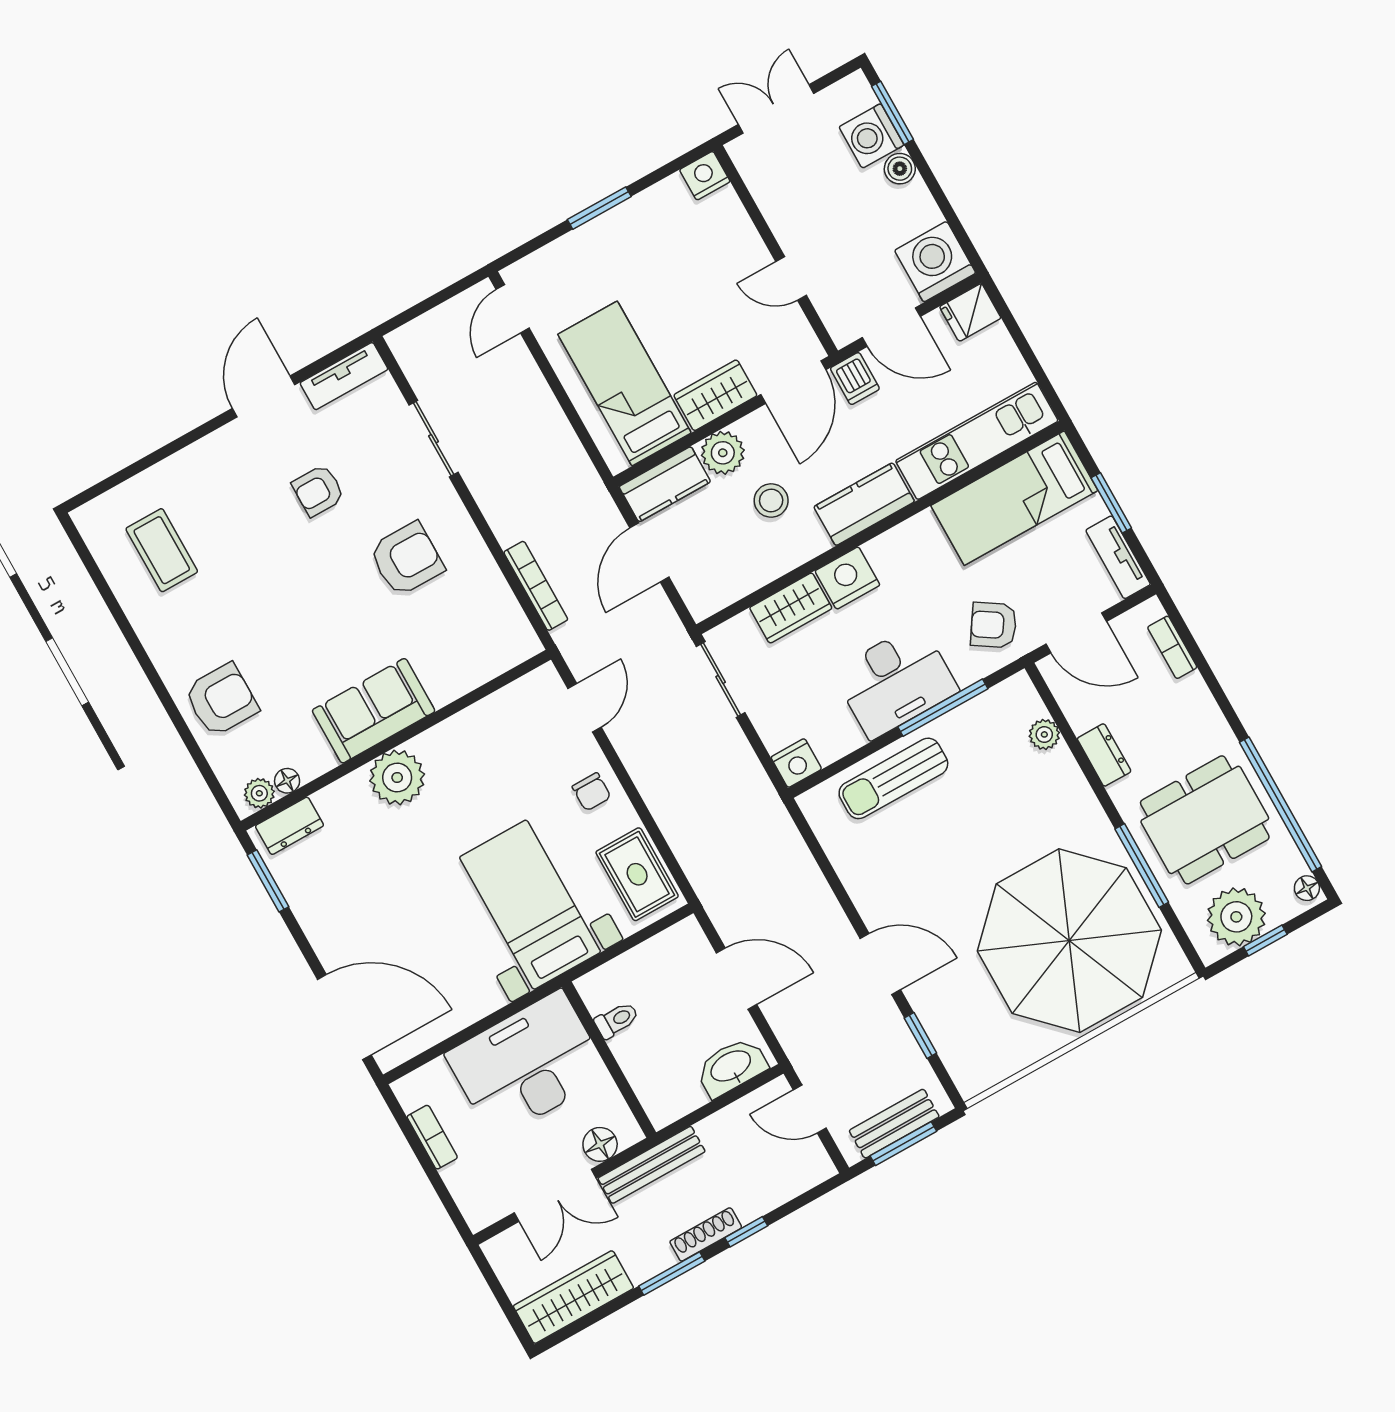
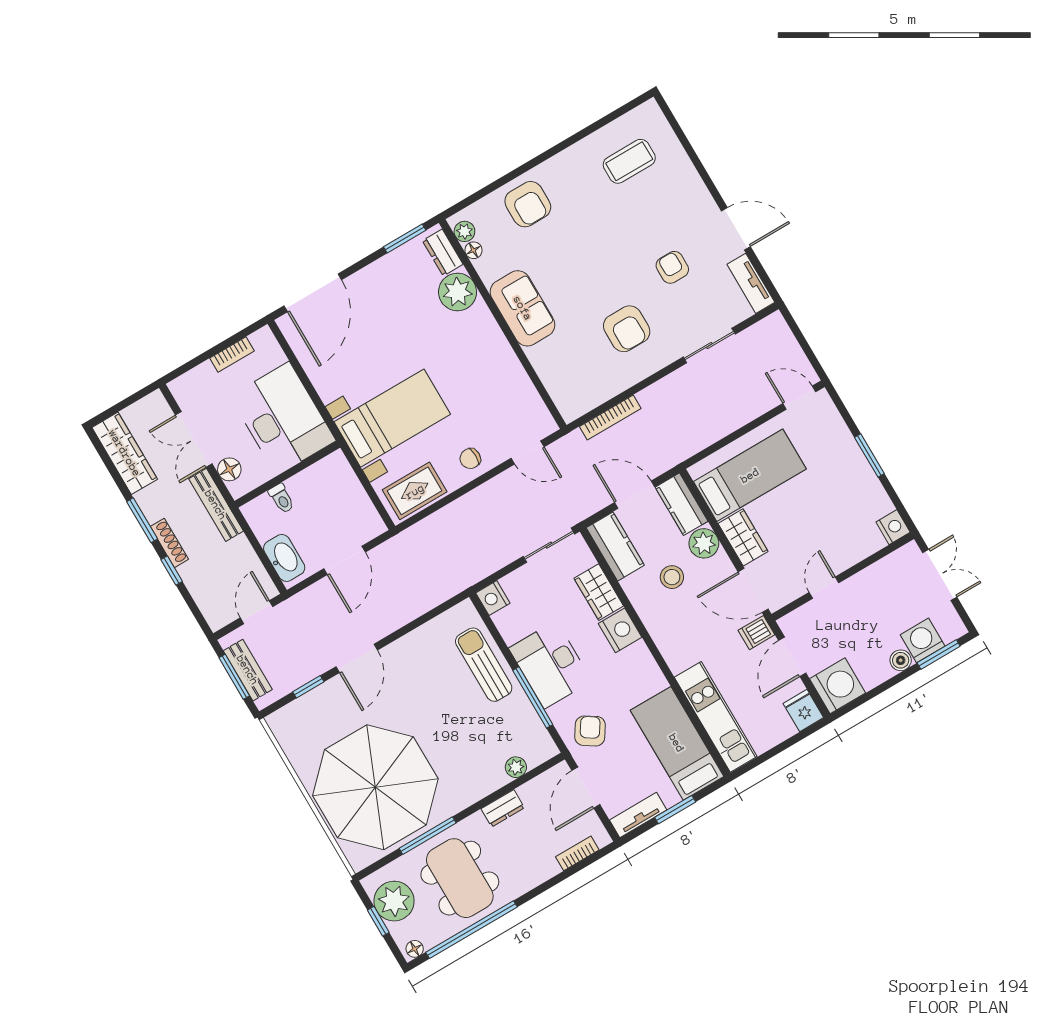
kitchen counter: (864, 504) -> (615, 546), moved
plant: (397, 778) -> (458, 292), moved
toilet: (617, 1020) -> (281, 498), moved

